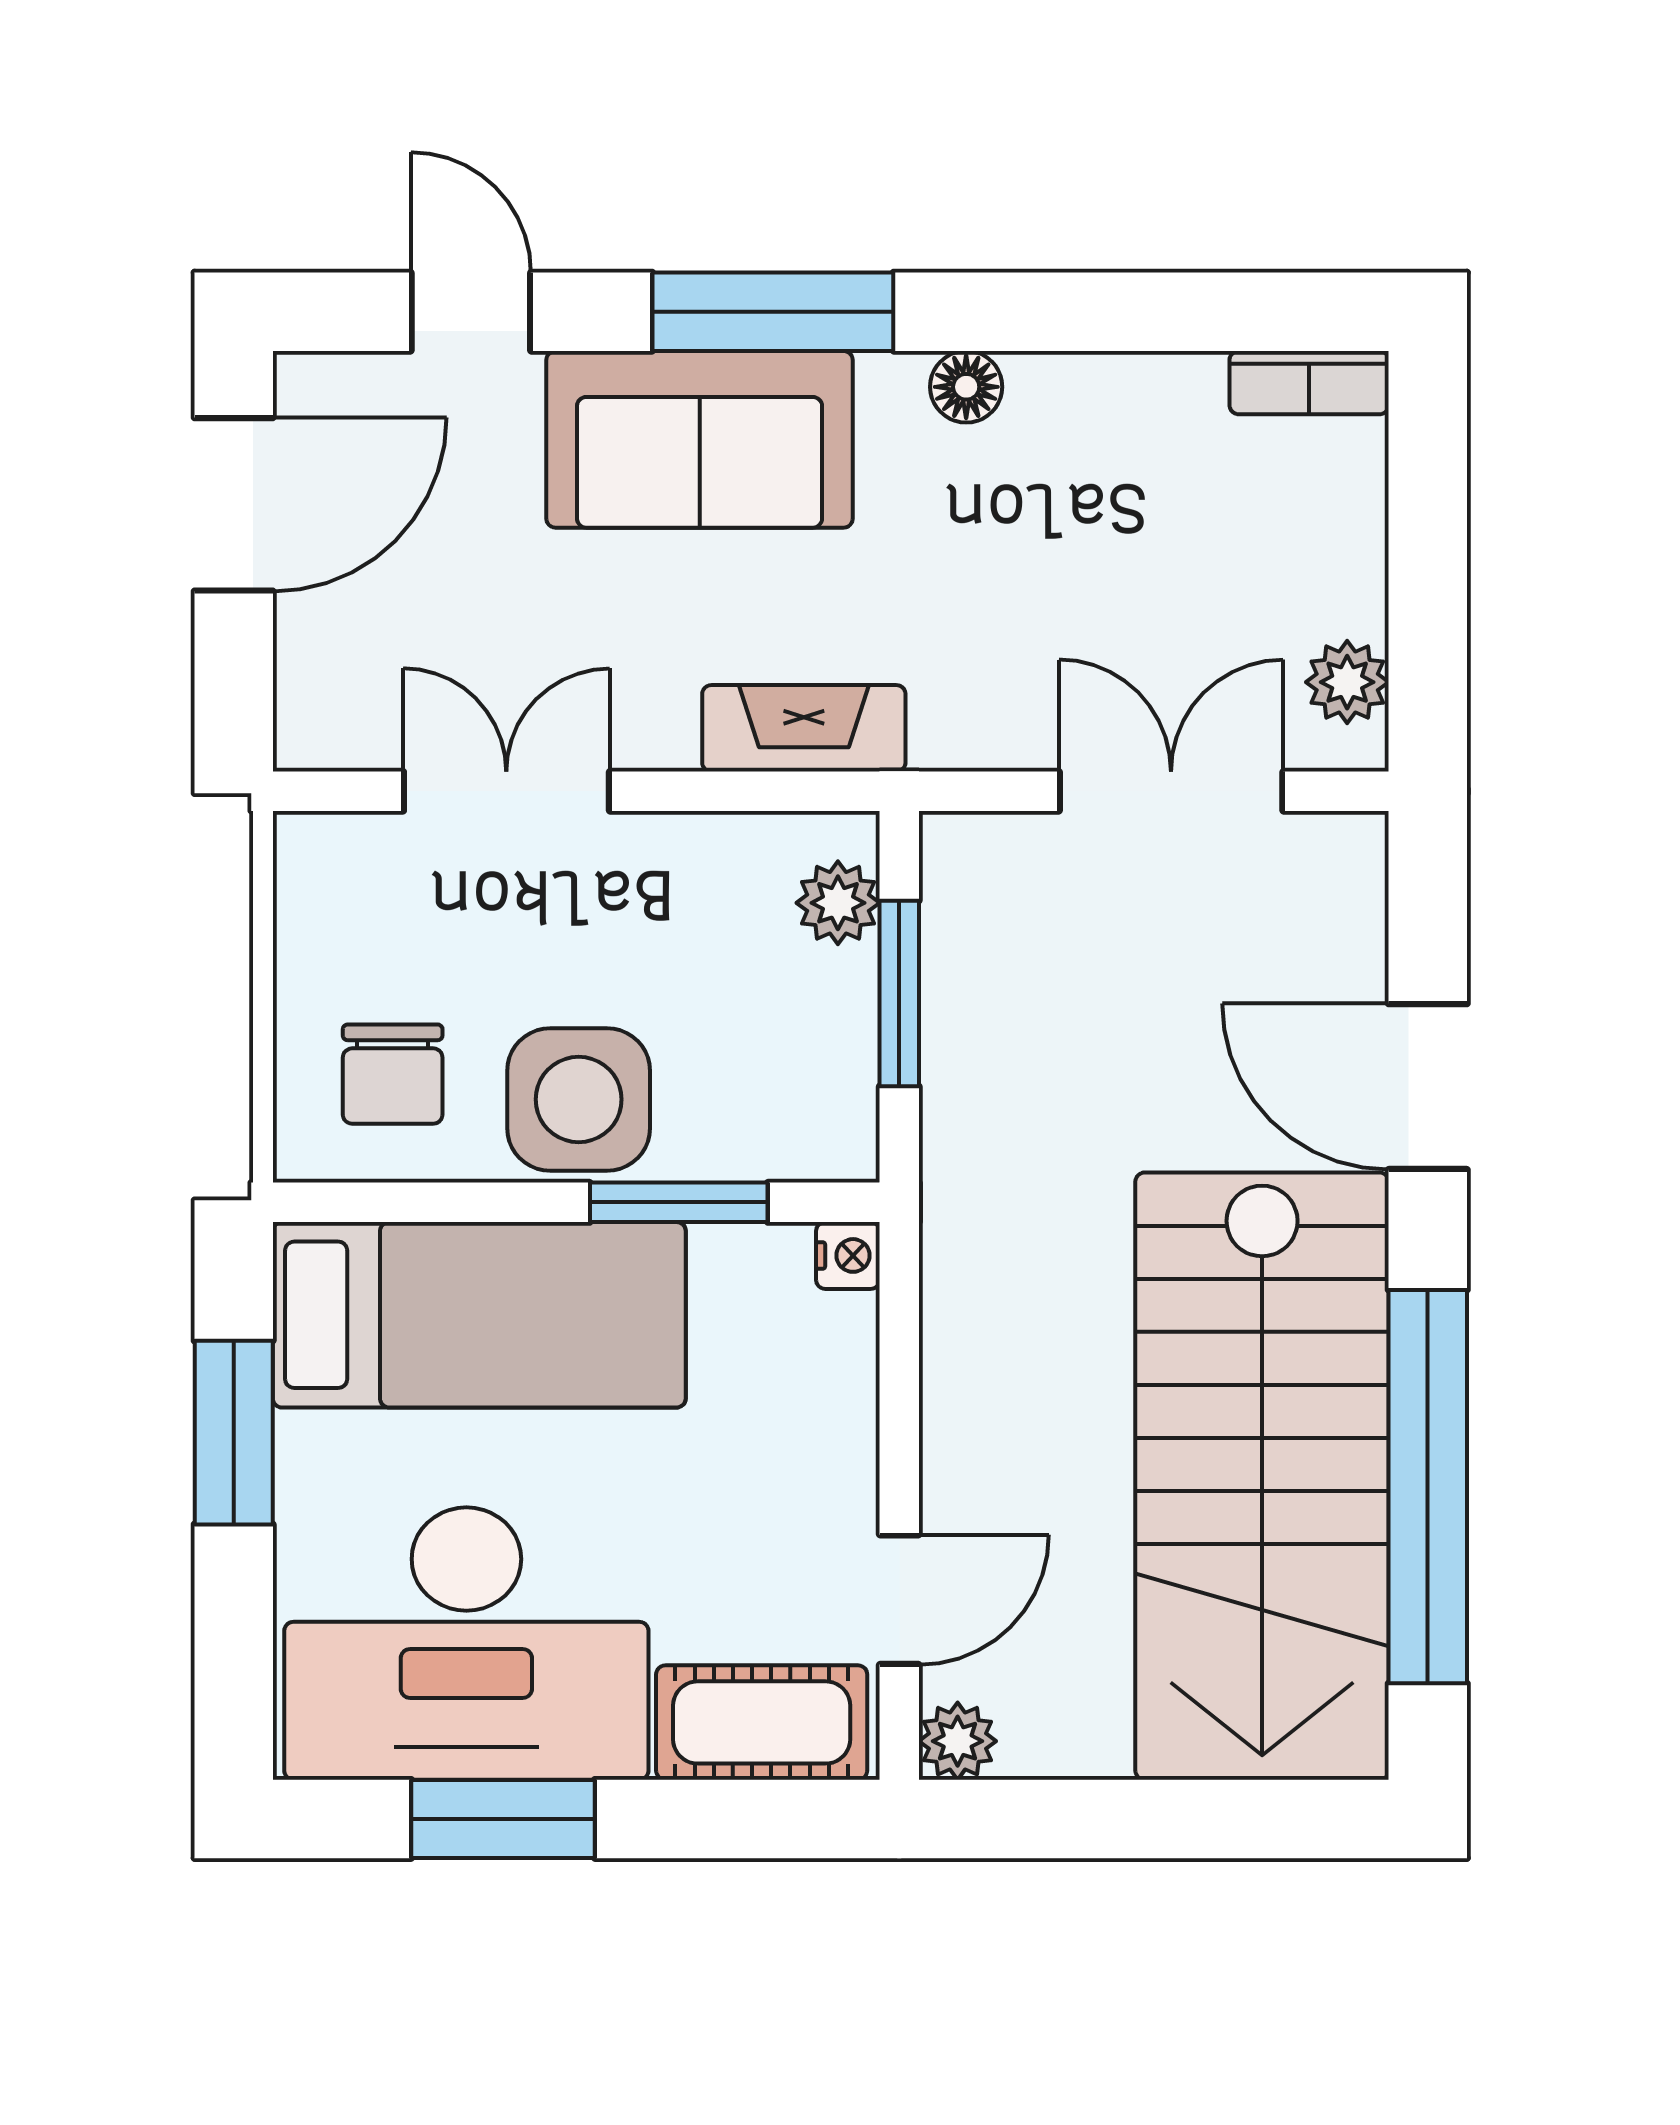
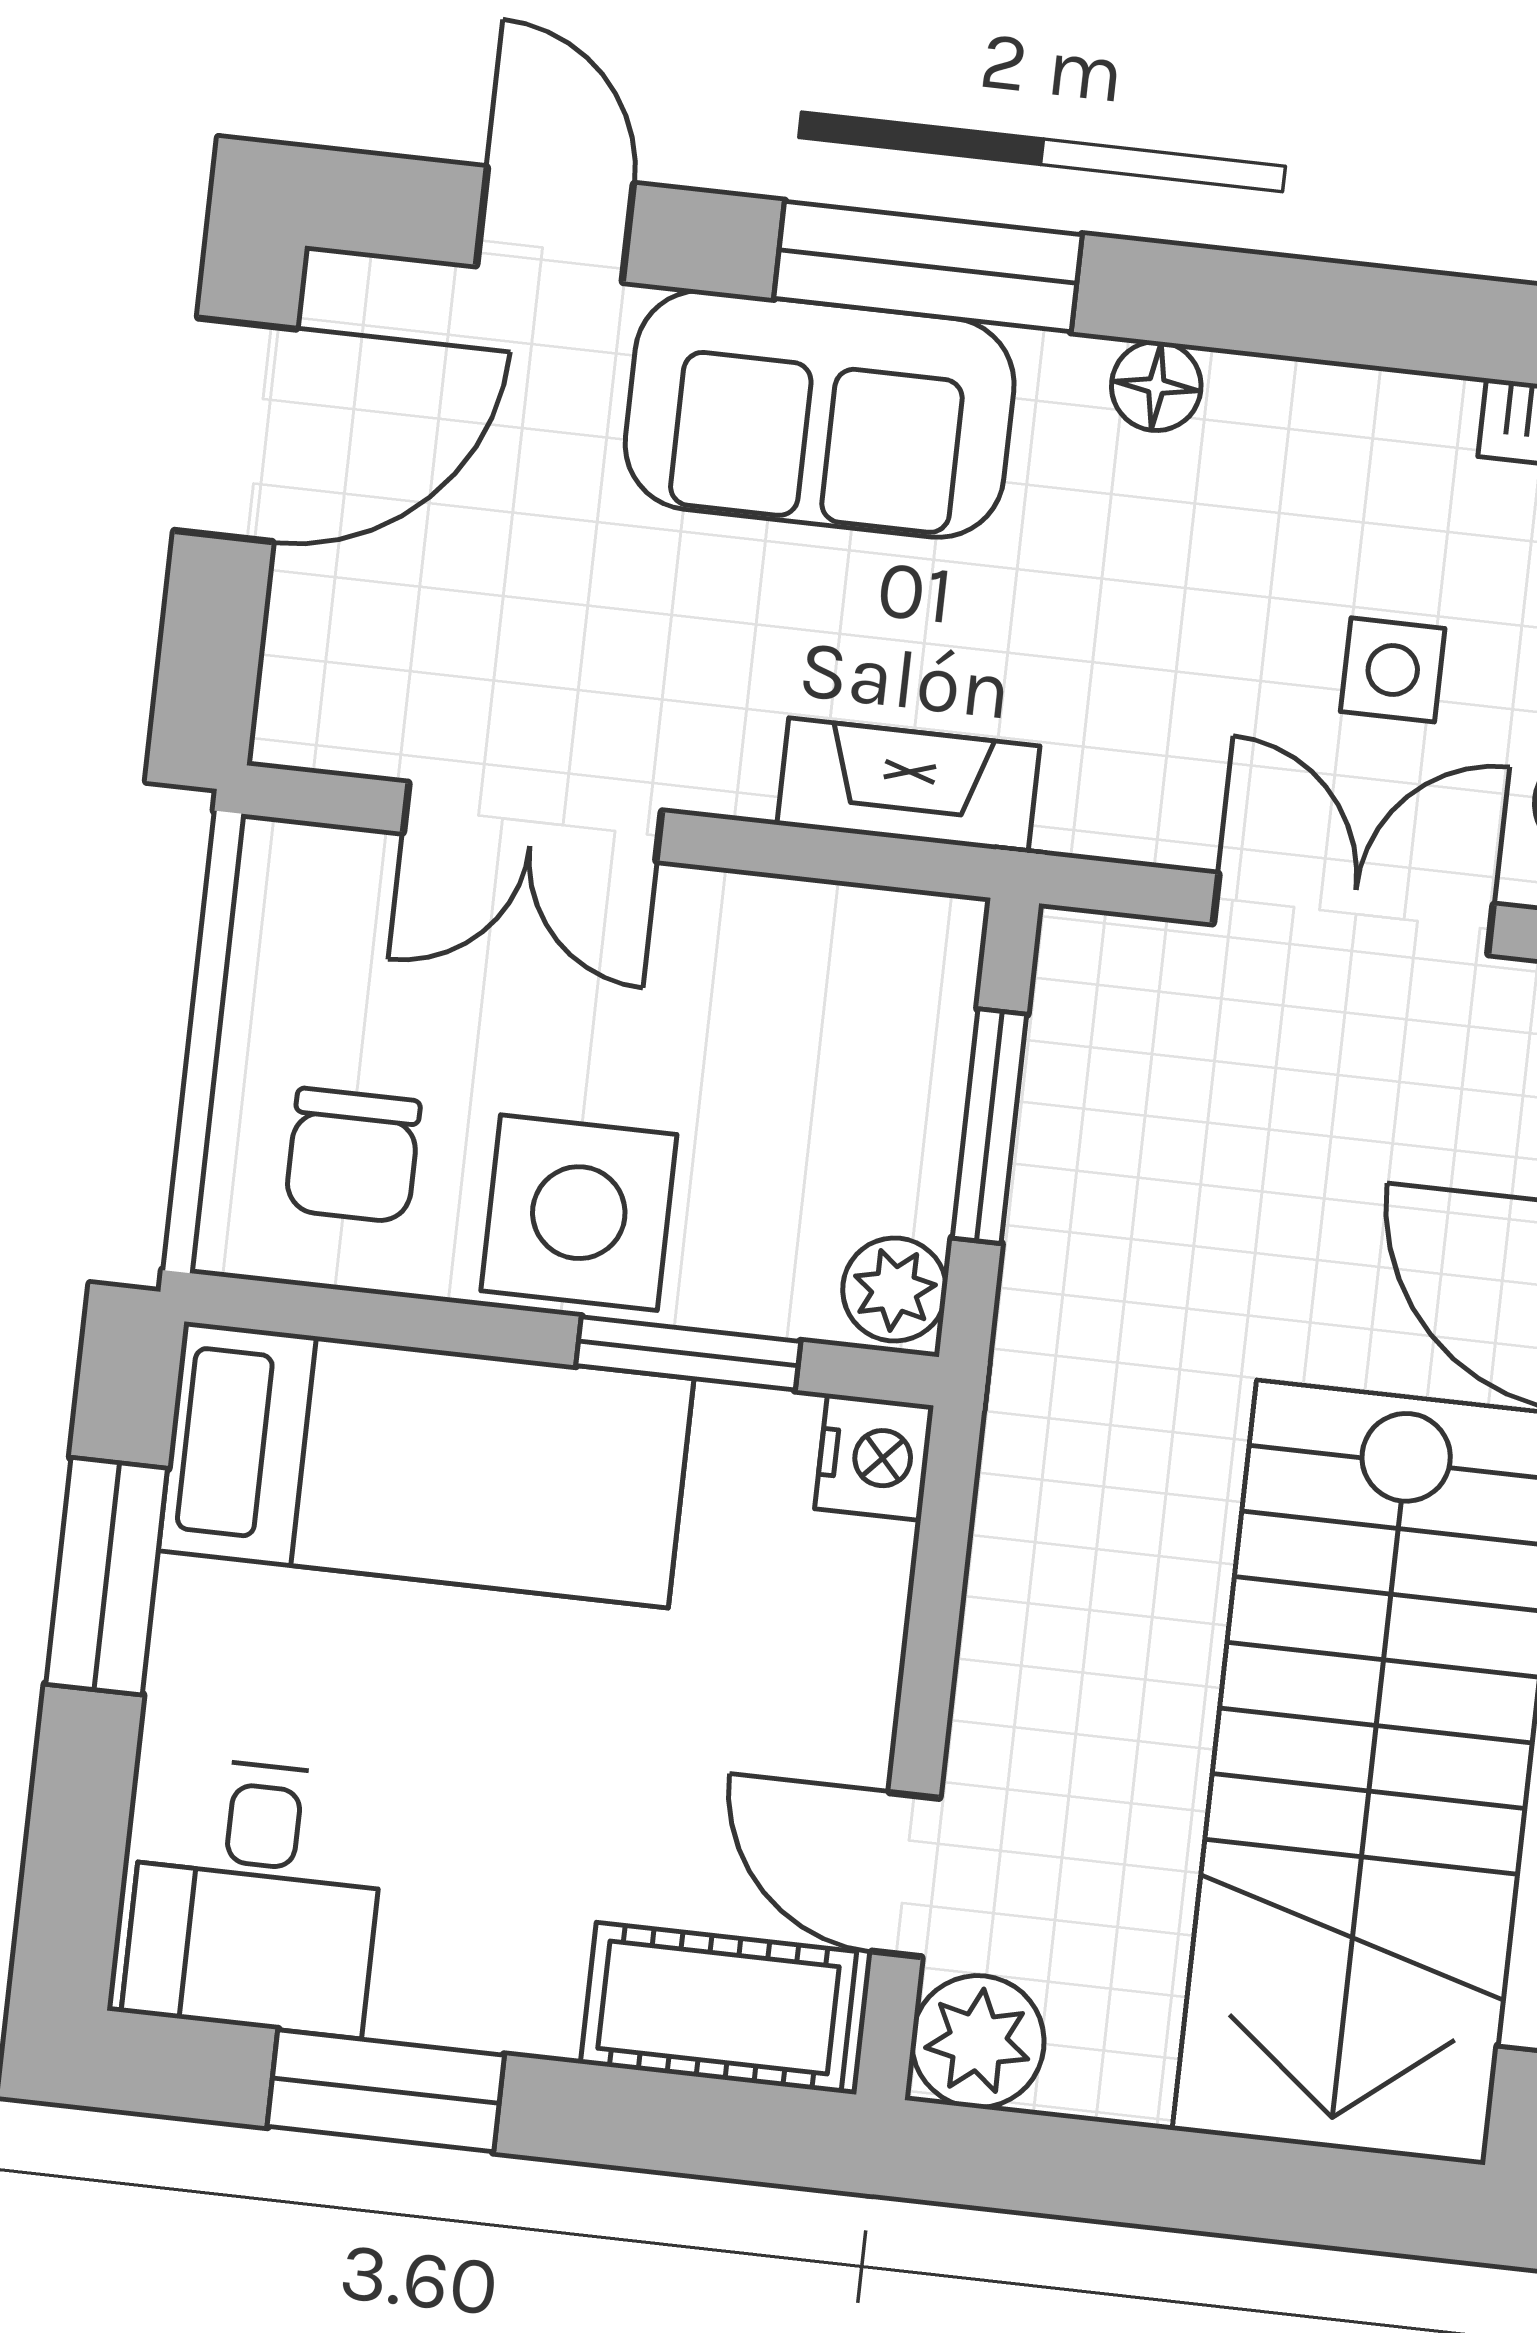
side table: (1181, 593) -> (1393, 670), added
double door: (506, 791) -> (532, 822), swing flipped
plant: (838, 903) -> (895, 1290), moved
nightstand: (848, 1255) -> (874, 1457), width x1.39, depth x1.35
door: (899, 1600) -> (906, 1875), swing flipped
desk: (466, 1644) -> (256, 1896), width x0.53, depth x0.77
plant: (958, 1741) -> (978, 2042), width x1.38, depth x1.38

